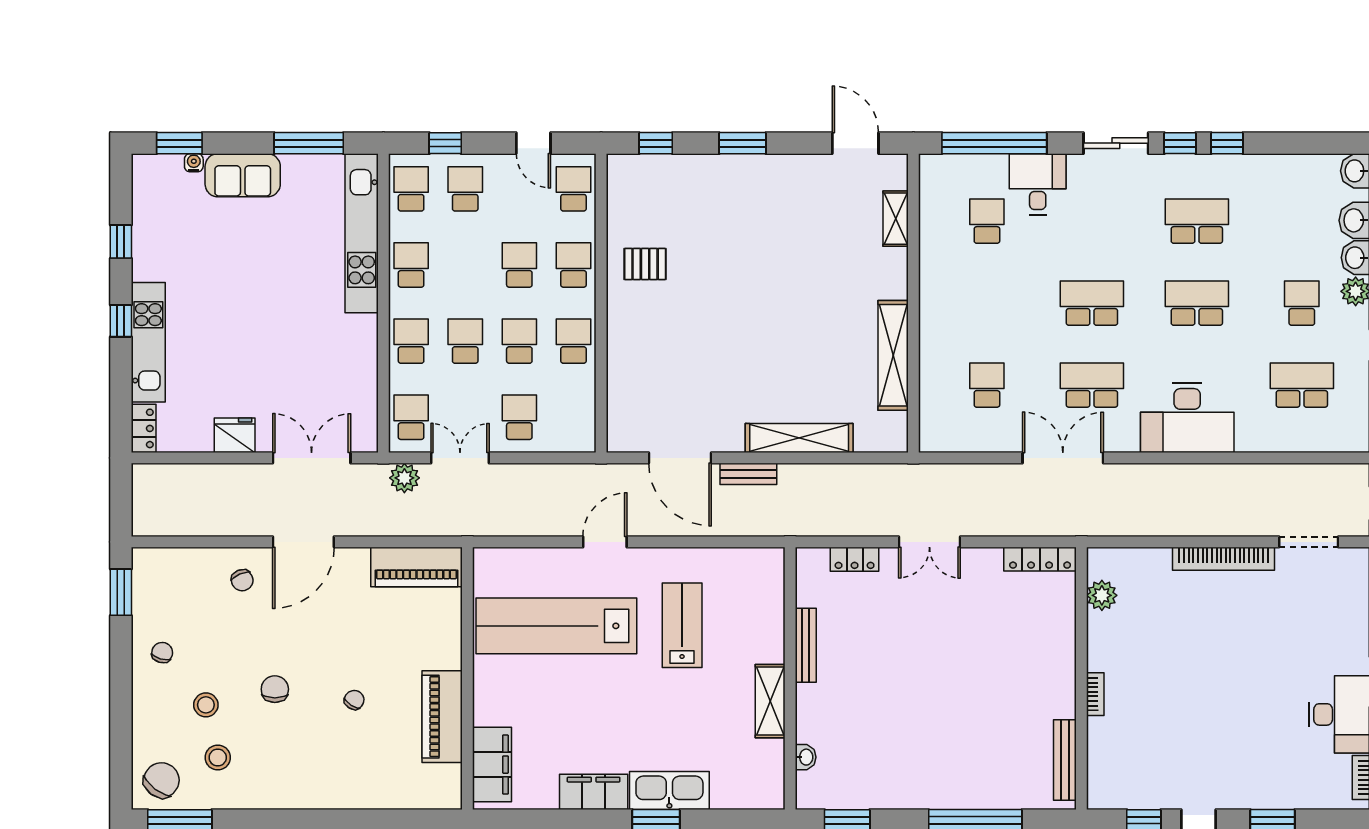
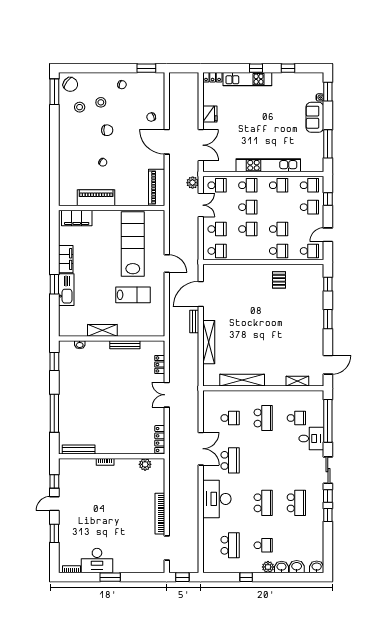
kitchen unit: (362, 233) -> (268, 165), moved
school desk: (1092, 303) -> (263, 418), moved
school desk: (574, 341) -> (217, 251), moved

